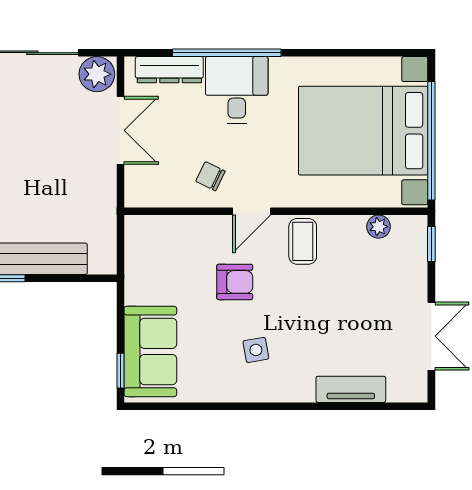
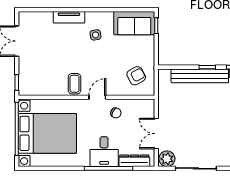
plant: (379, 227) -> (40, 90), removed
armchair: (235, 282) -> (136, 76), moved, turned 152
sofa: (150, 351) -> (134, 23), moved, turned -90
tv unit: (351, 389) -> (69, 17), moved

